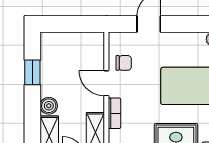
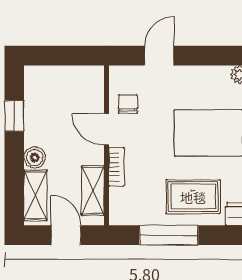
chair: (124, 63) -> (128, 104), turned -90

